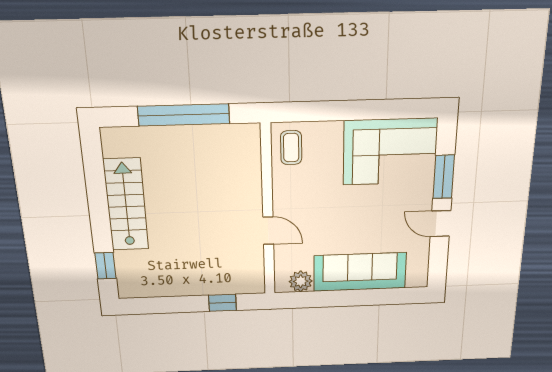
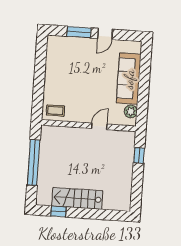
corner sofa: (390, 152) -> (63, 60), removed
window: (105, 266) -> (58, 211), moved

